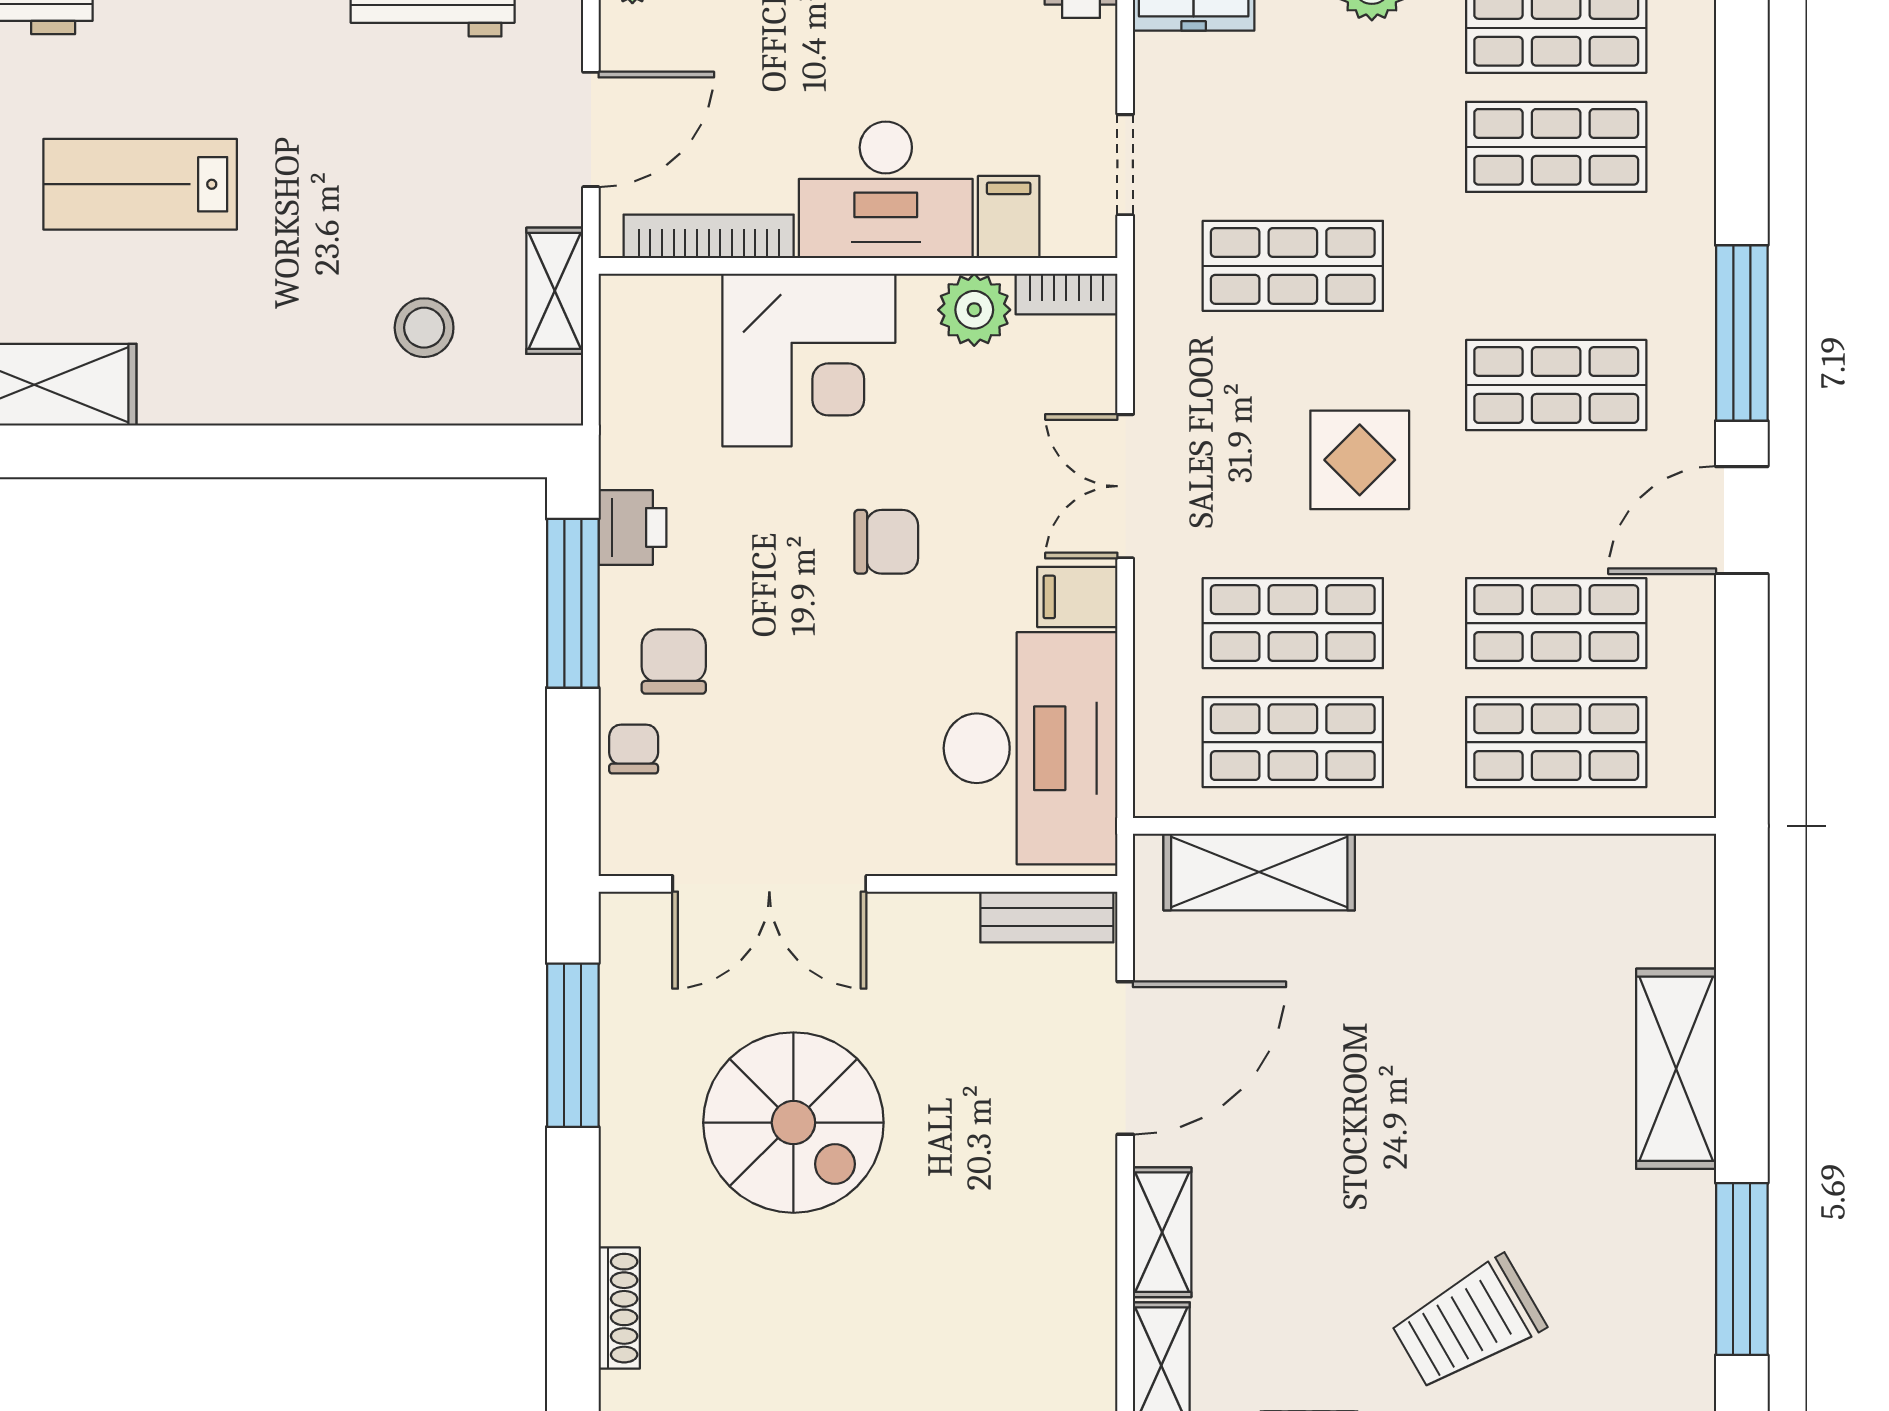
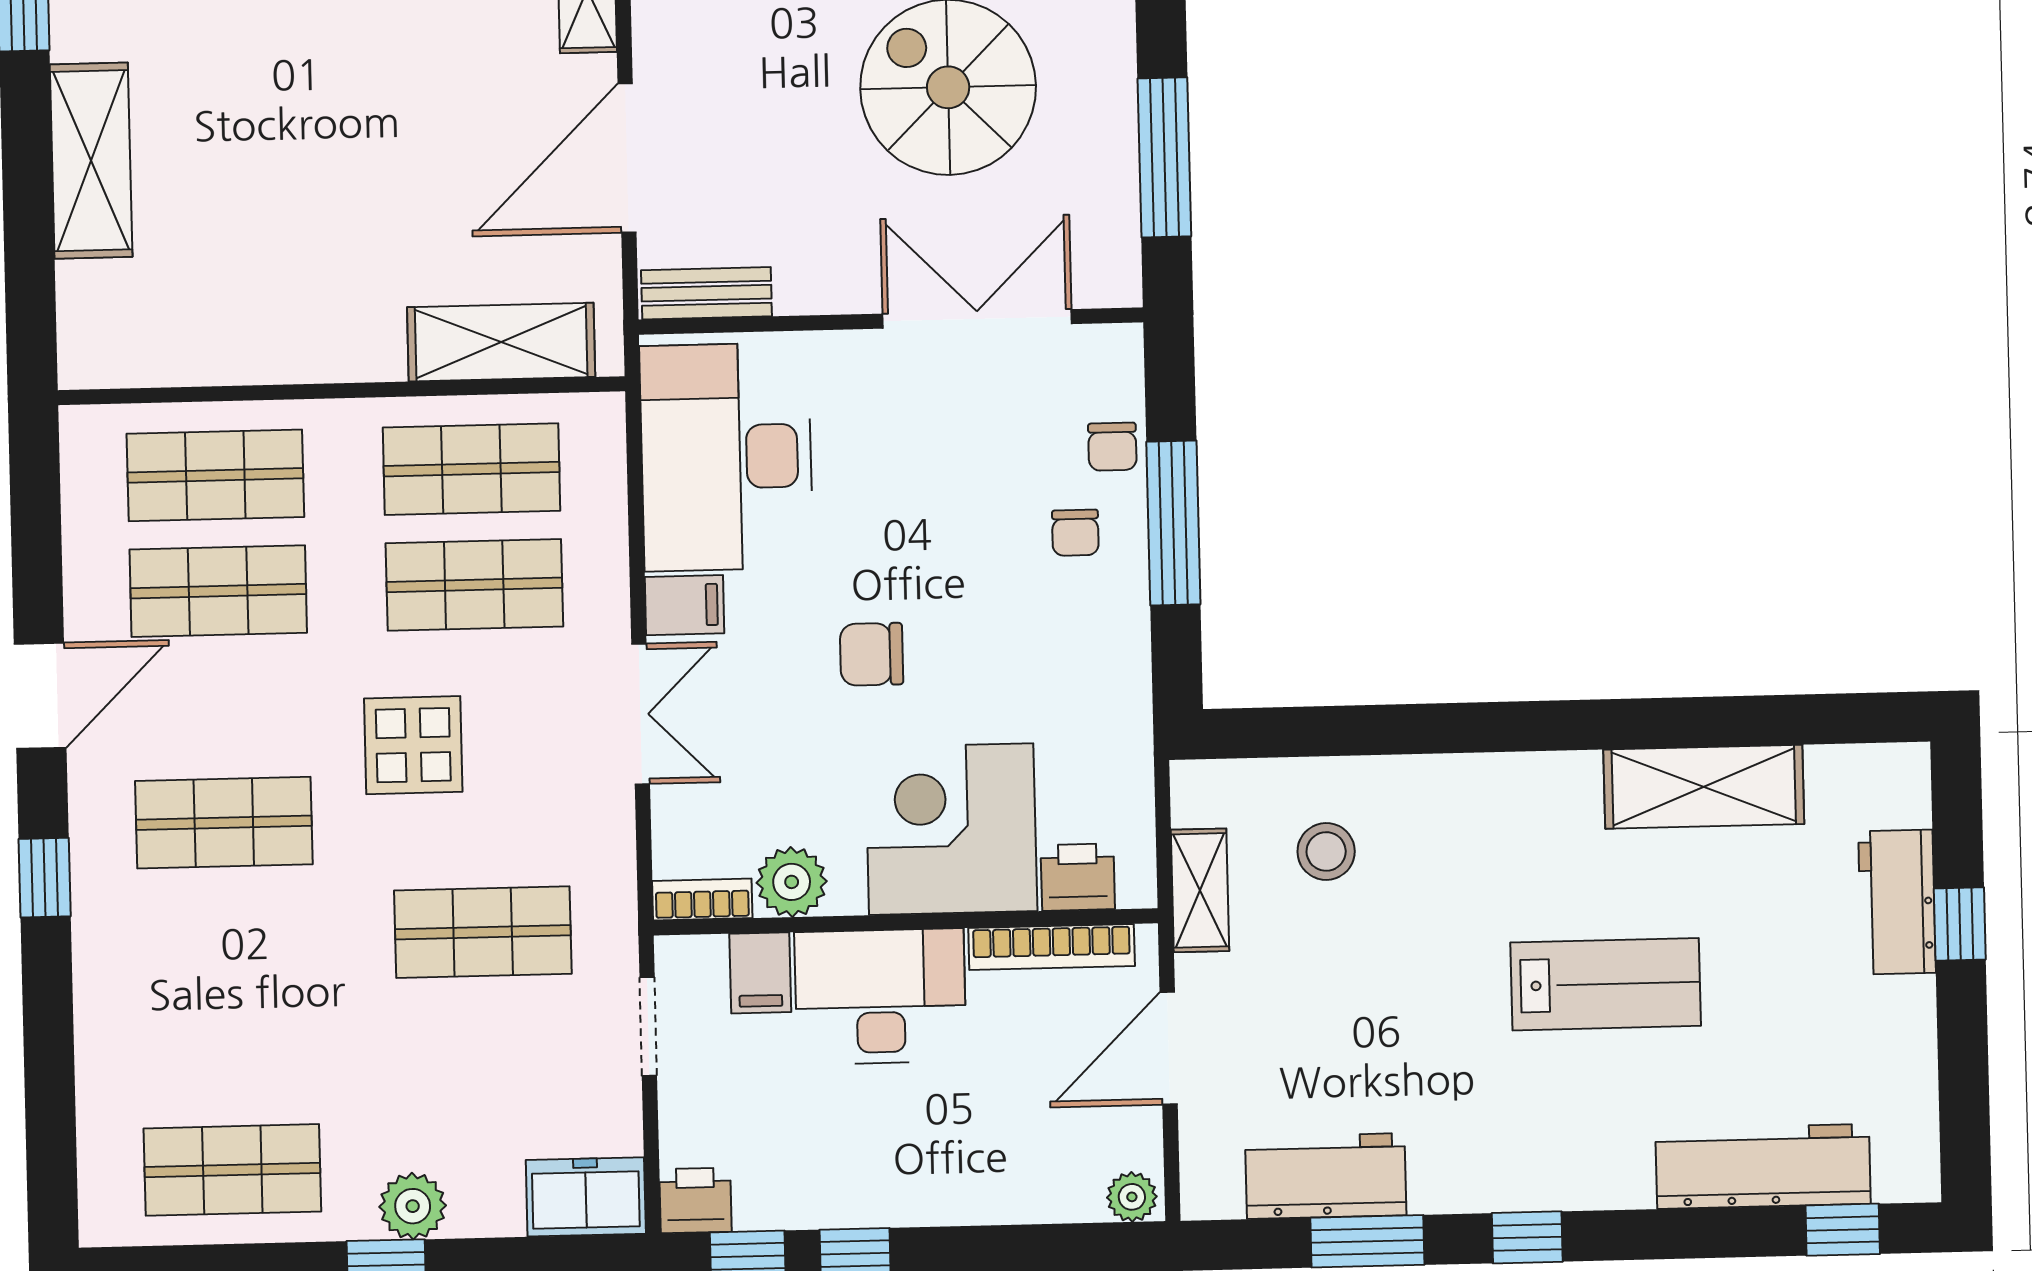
shop shelf: (1556, 147) -> (230, 1054), removed
window: (1742, 333) -> (45, 878), width x0.46
printer: (633, 527) -> (1078, 877), moved, turned 90
window: (573, 603) -> (1173, 523), moved
chair: (674, 662) -> (1075, 533), width x0.73, depth x0.73

